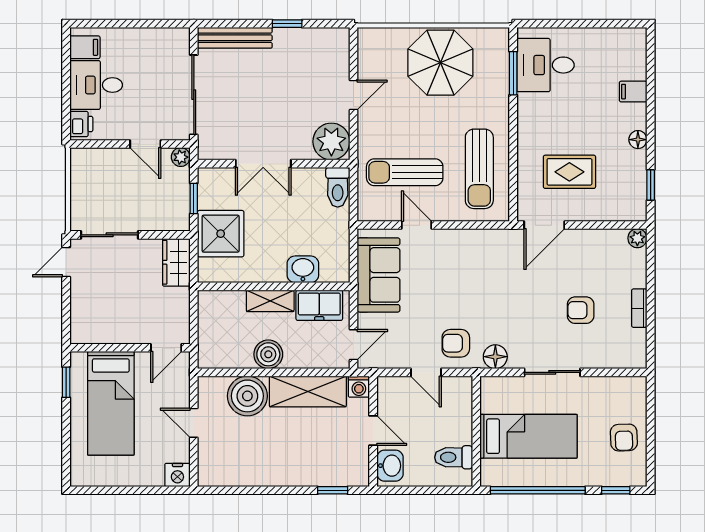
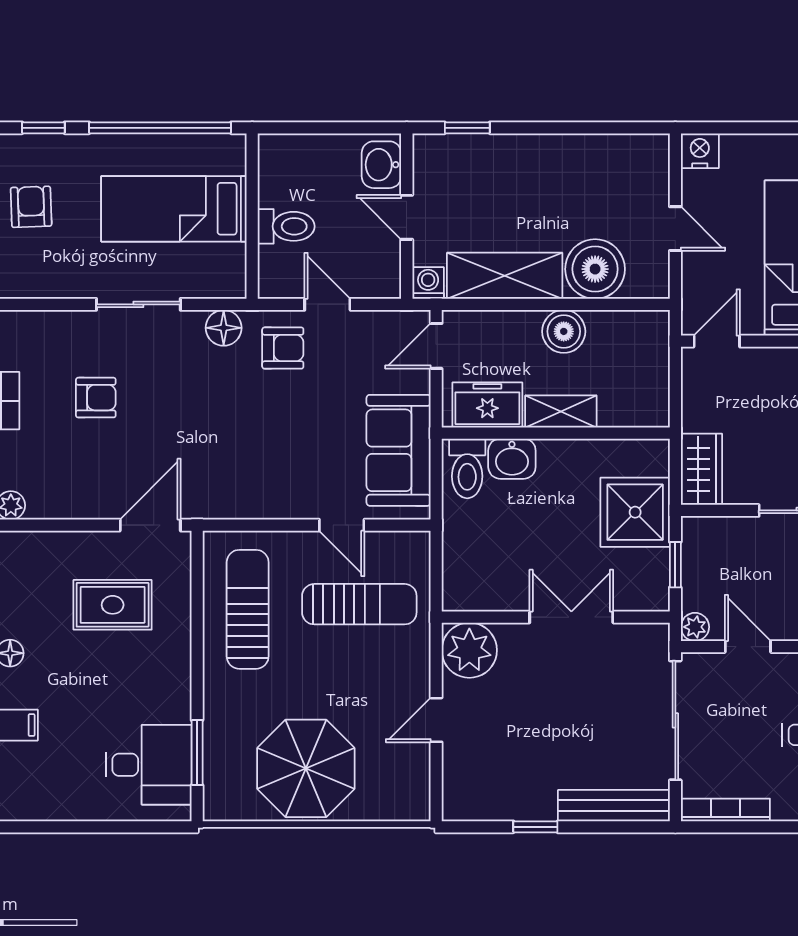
bookcase: (160, 35) -> (726, 810), added
toilet: (338, 187) -> (467, 468), moved, turned 180
toilet: (454, 457) -> (286, 226), moved

